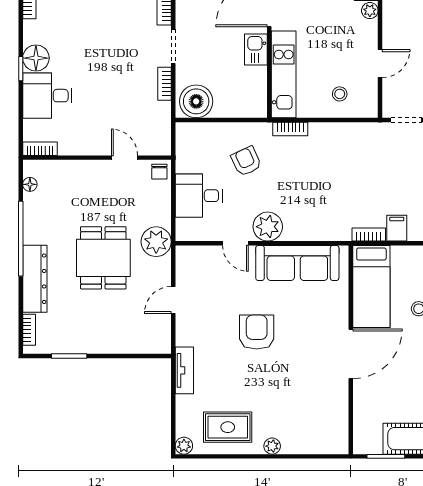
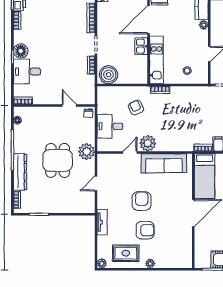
door: (235, 243) -> (130, 152), swing flipped
armchair: (263, 385) -> (145, 230), added

